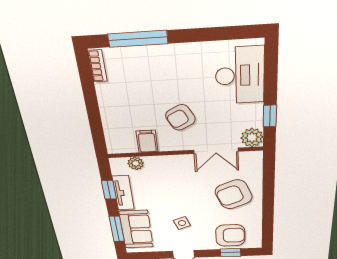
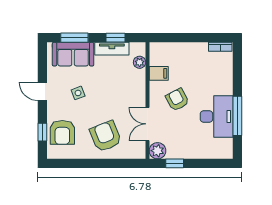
window: (138, 39) -> (237, 116), moved
desk: (240, 76) -> (217, 117), moved, turned -90

